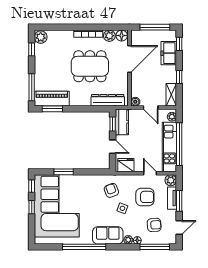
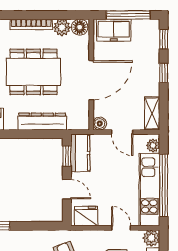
freezer: (169, 53) -> (114, 30), moved, turned -90
door: (129, 59) -> (91, 80), moved
window: (179, 77) -> (164, 73), moved
dresser: (108, 100) -> (42, 122), moved

